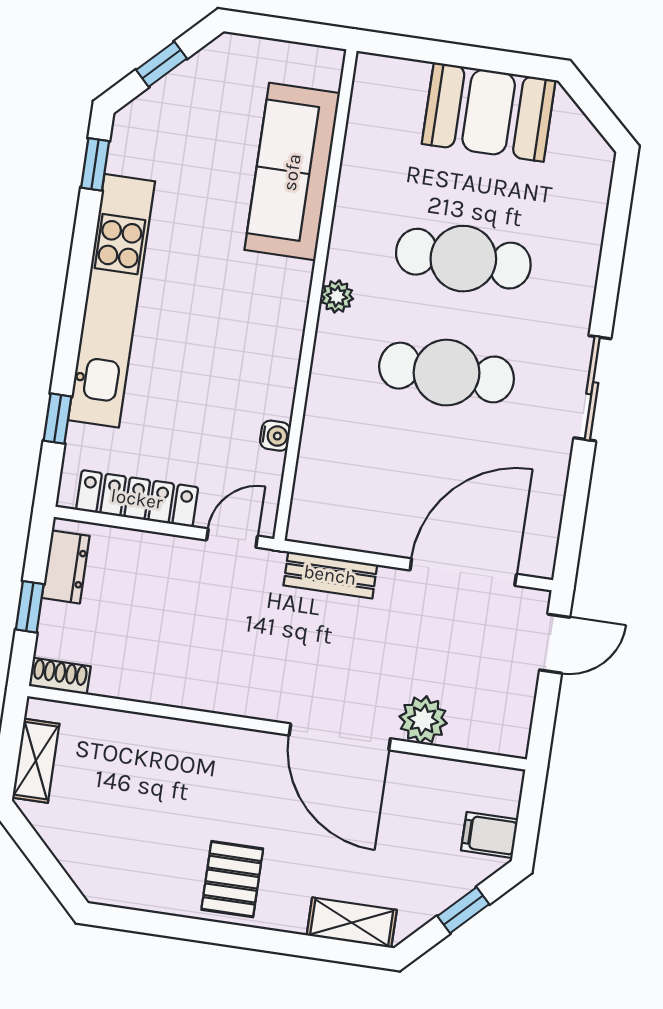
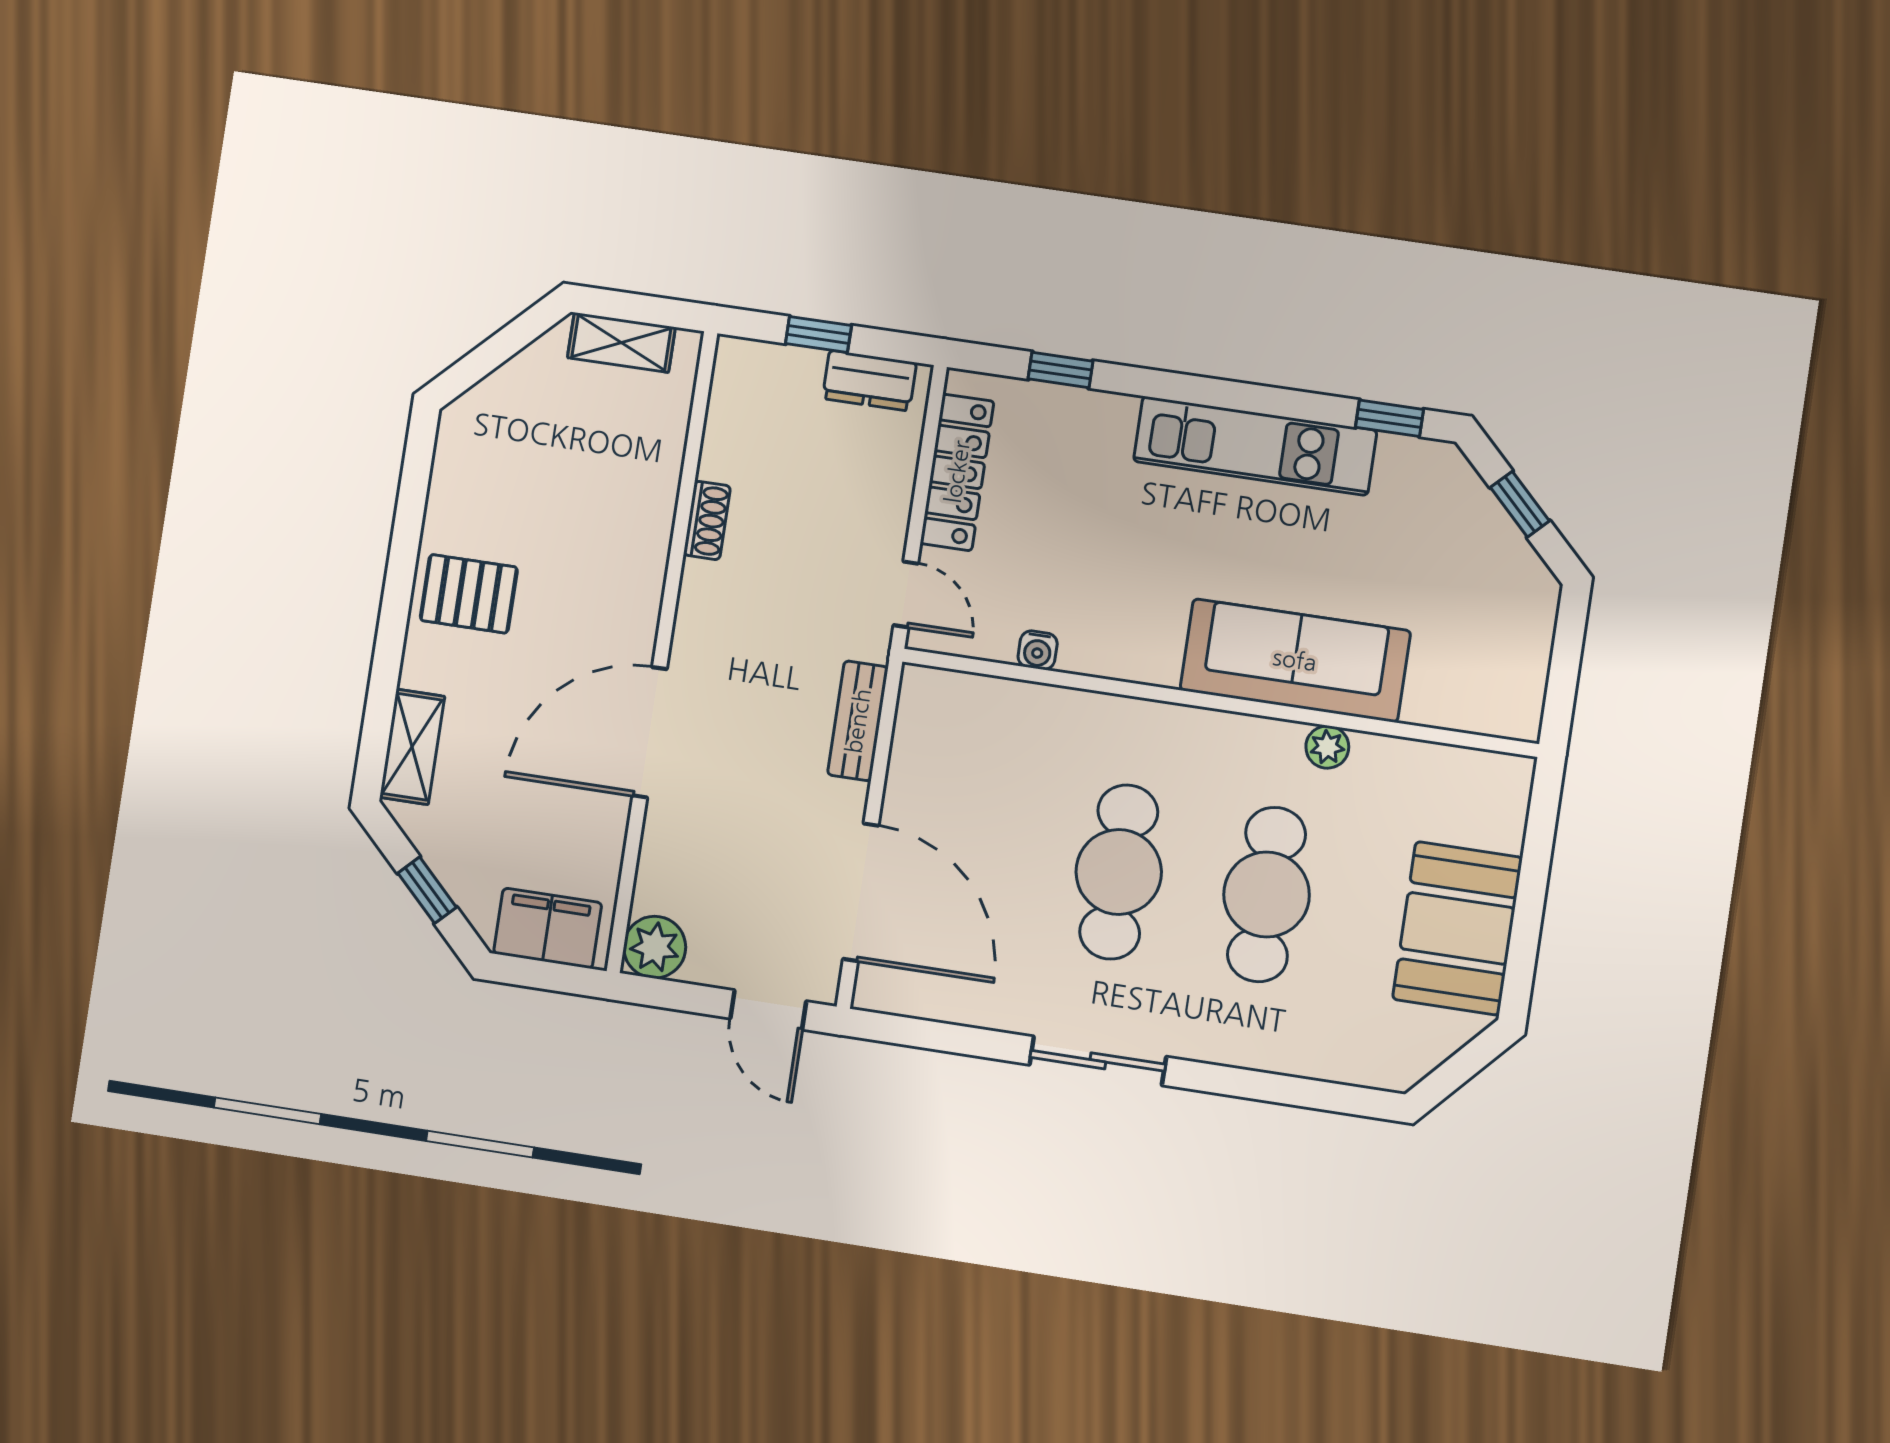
sofa: (292, 172) -> (1295, 660), moved
plant: (337, 296) -> (1327, 747), moved
kitchen unit: (112, 301) -> (1255, 446), width x0.73
shoe rack: (60, 676) -> (707, 520), moved
plant: (423, 720) -> (655, 947), moved
filing cabinet: (489, 835) -> (548, 928), width x2.00

